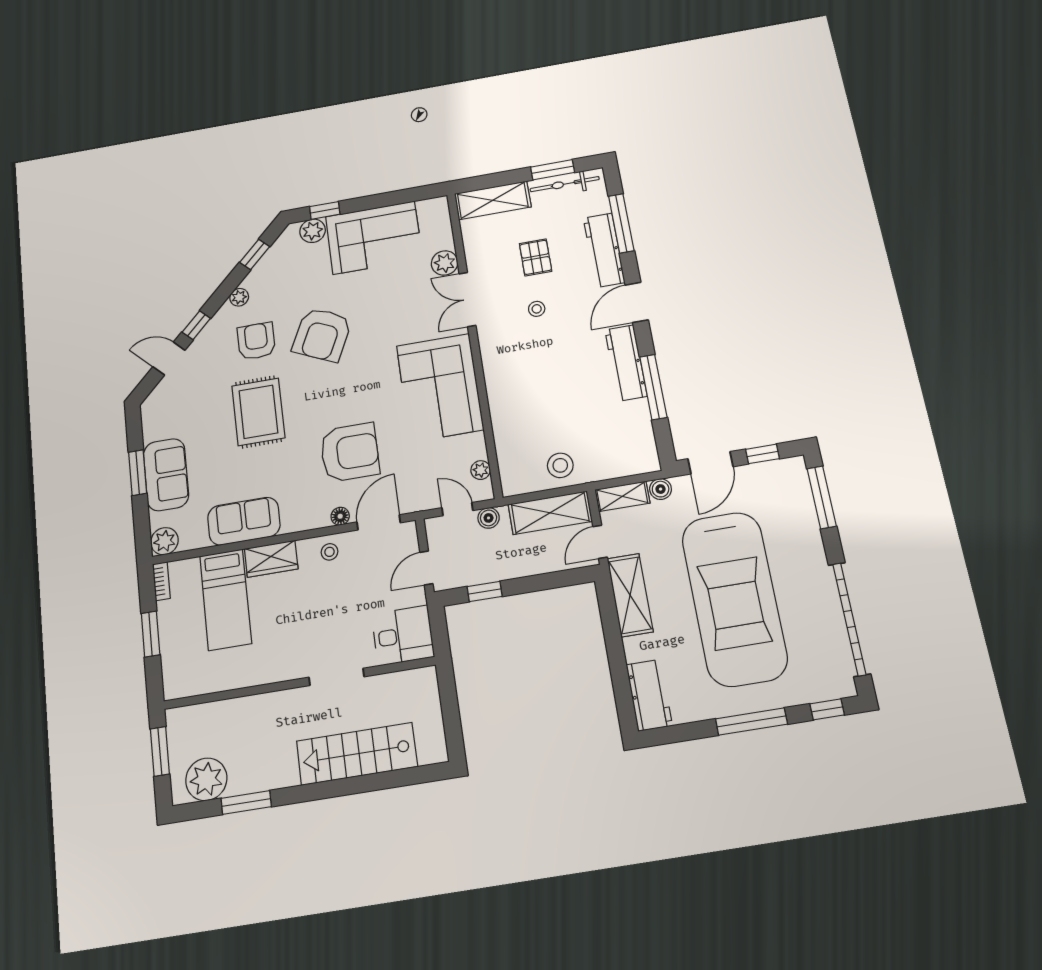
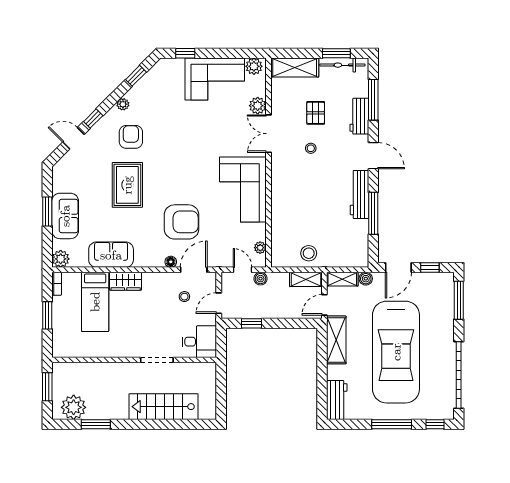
plant: (313, 231) -> (254, 66), moved
workbench: (604, 250) -> (359, 116), width x0.73
door: (637, 302) -> (373, 156), swing flipped
armchair: (322, 335) -> (173, 140), removed
shelving: (550, 513) -> (306, 279), width x0.67, depth x0.75
stool: (330, 552) -> (184, 297), moved

